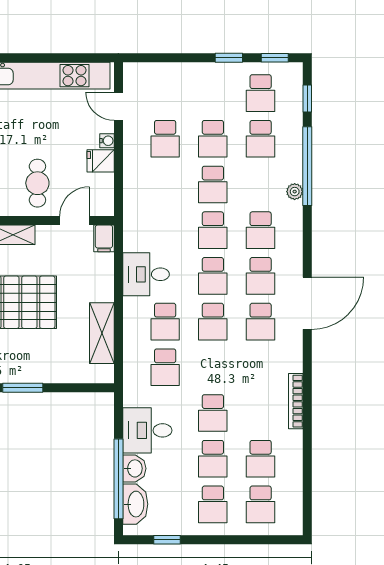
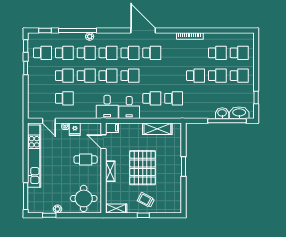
door: (118, 106) -> (49, 121), hinge flipped
school desk: (213, 322) -> (86, 53), moved
desk: (147, 430) -> (107, 107), moved

